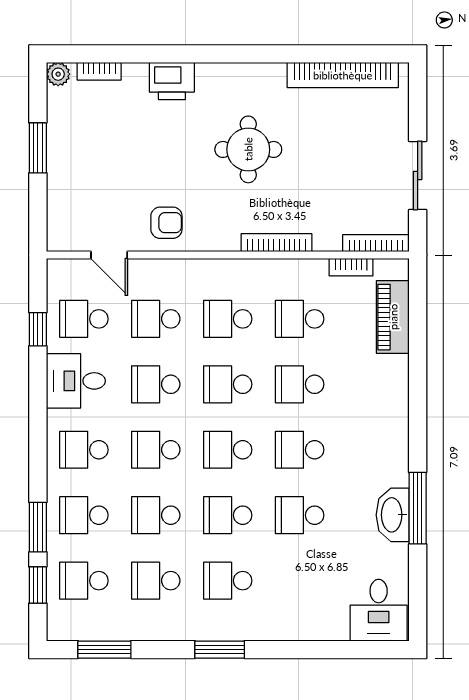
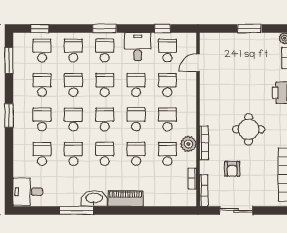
armchair: (166, 223) -> (232, 169), moved
plant: (279, 275) -> (188, 144), added
piano: (393, 317) -> (126, 199), moved
washbasin: (393, 515) -> (94, 198), moved
window: (38, 527) -> (104, 28), moved
school desk: (300, 581) -> (42, 154), added

